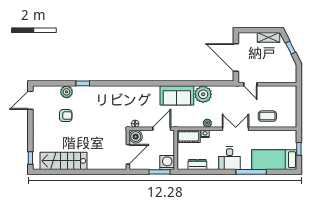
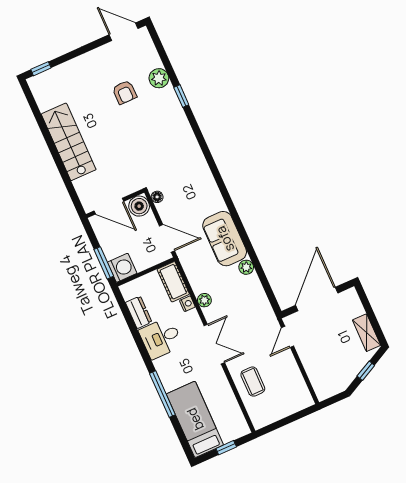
plant: (203, 94) -> (246, 267), width x0.53, depth x0.53
desk: (230, 158) -> (161, 338), moved
stairs: (63, 161) -> (69, 142), moved

